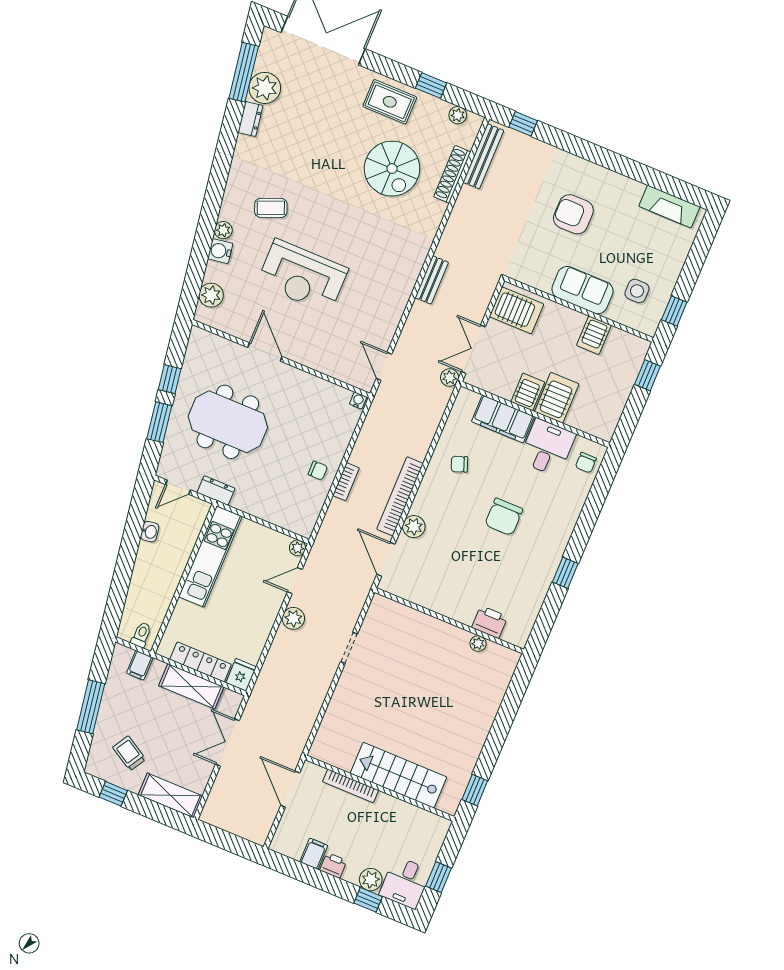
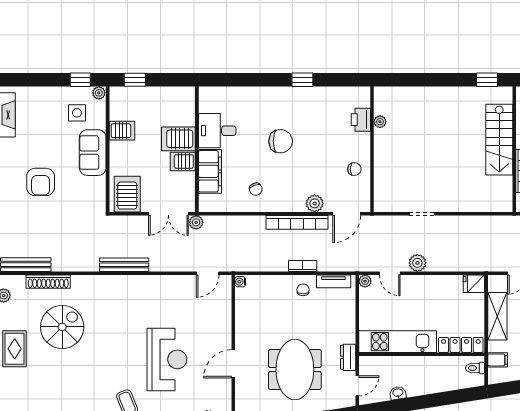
bench: (432, 280) -> (124, 265), width x1.36
plant: (650, 326) -> (99, 93), added
chair: (586, 463) -> (354, 169), moved
door: (178, 487) -> (357, 386), hinge flipped
tv unit: (313, 511) -> (334, 281), added
locker: (201, 662) -> (461, 345), moved, turned 90

